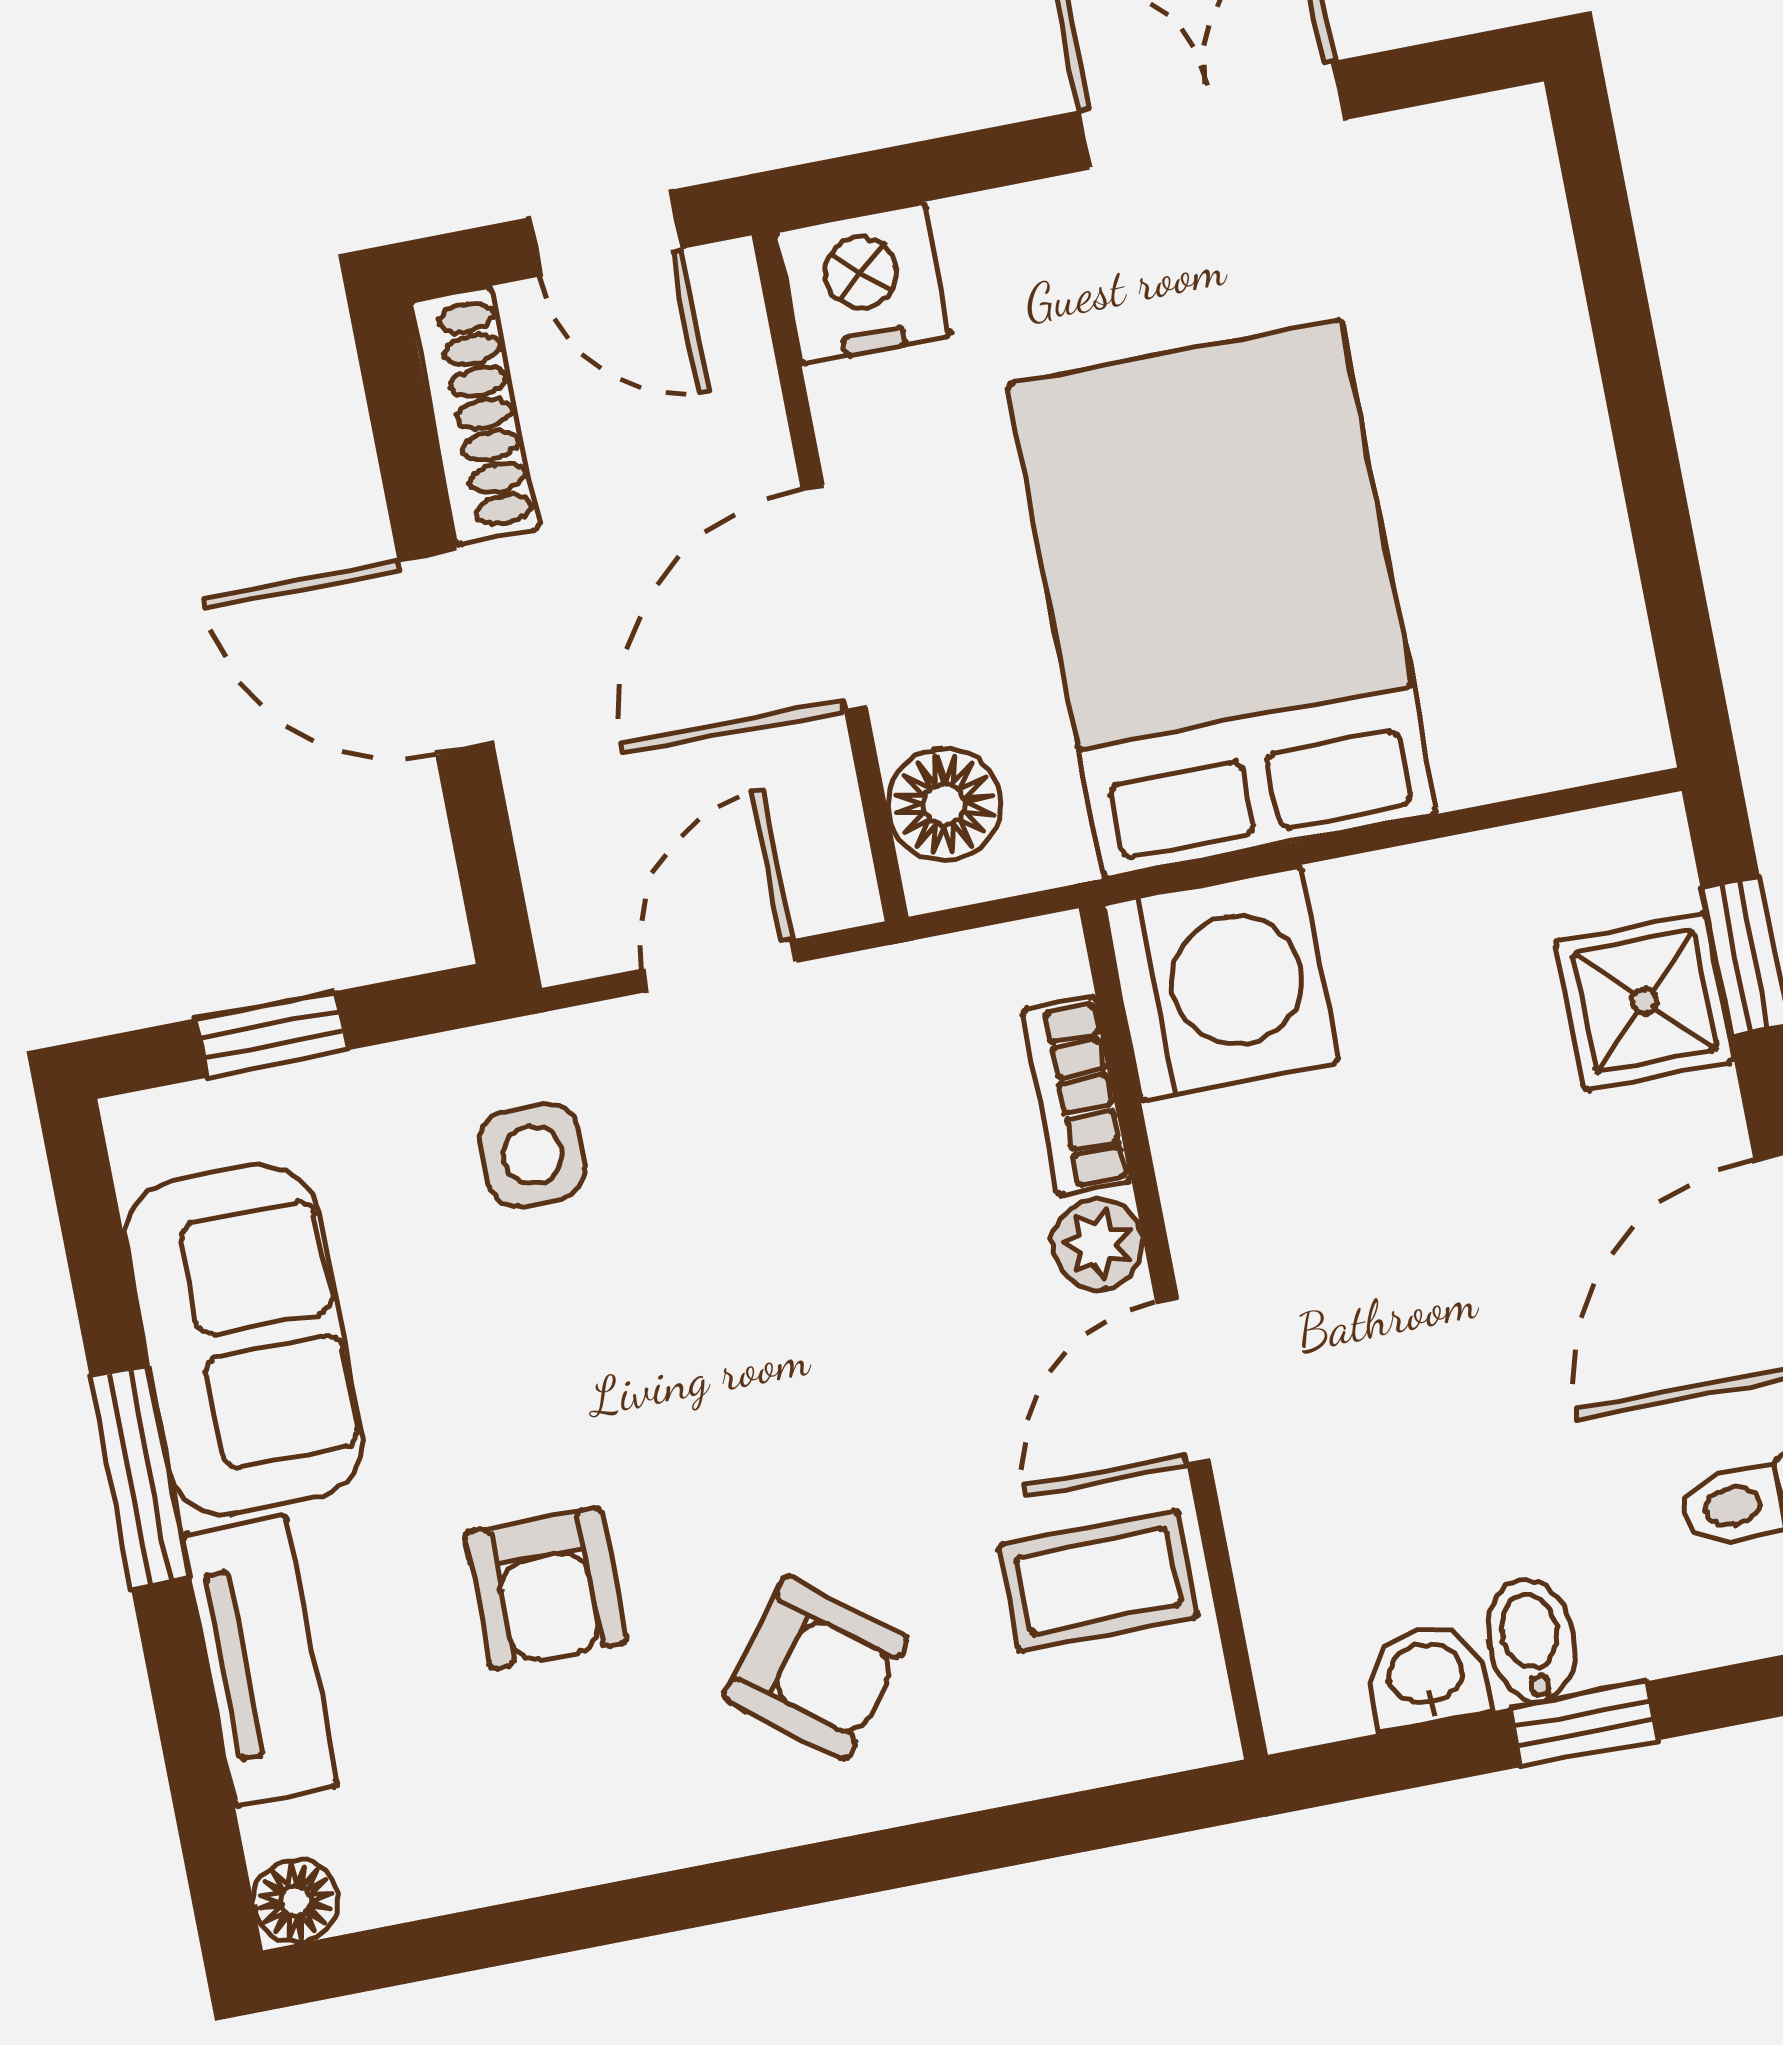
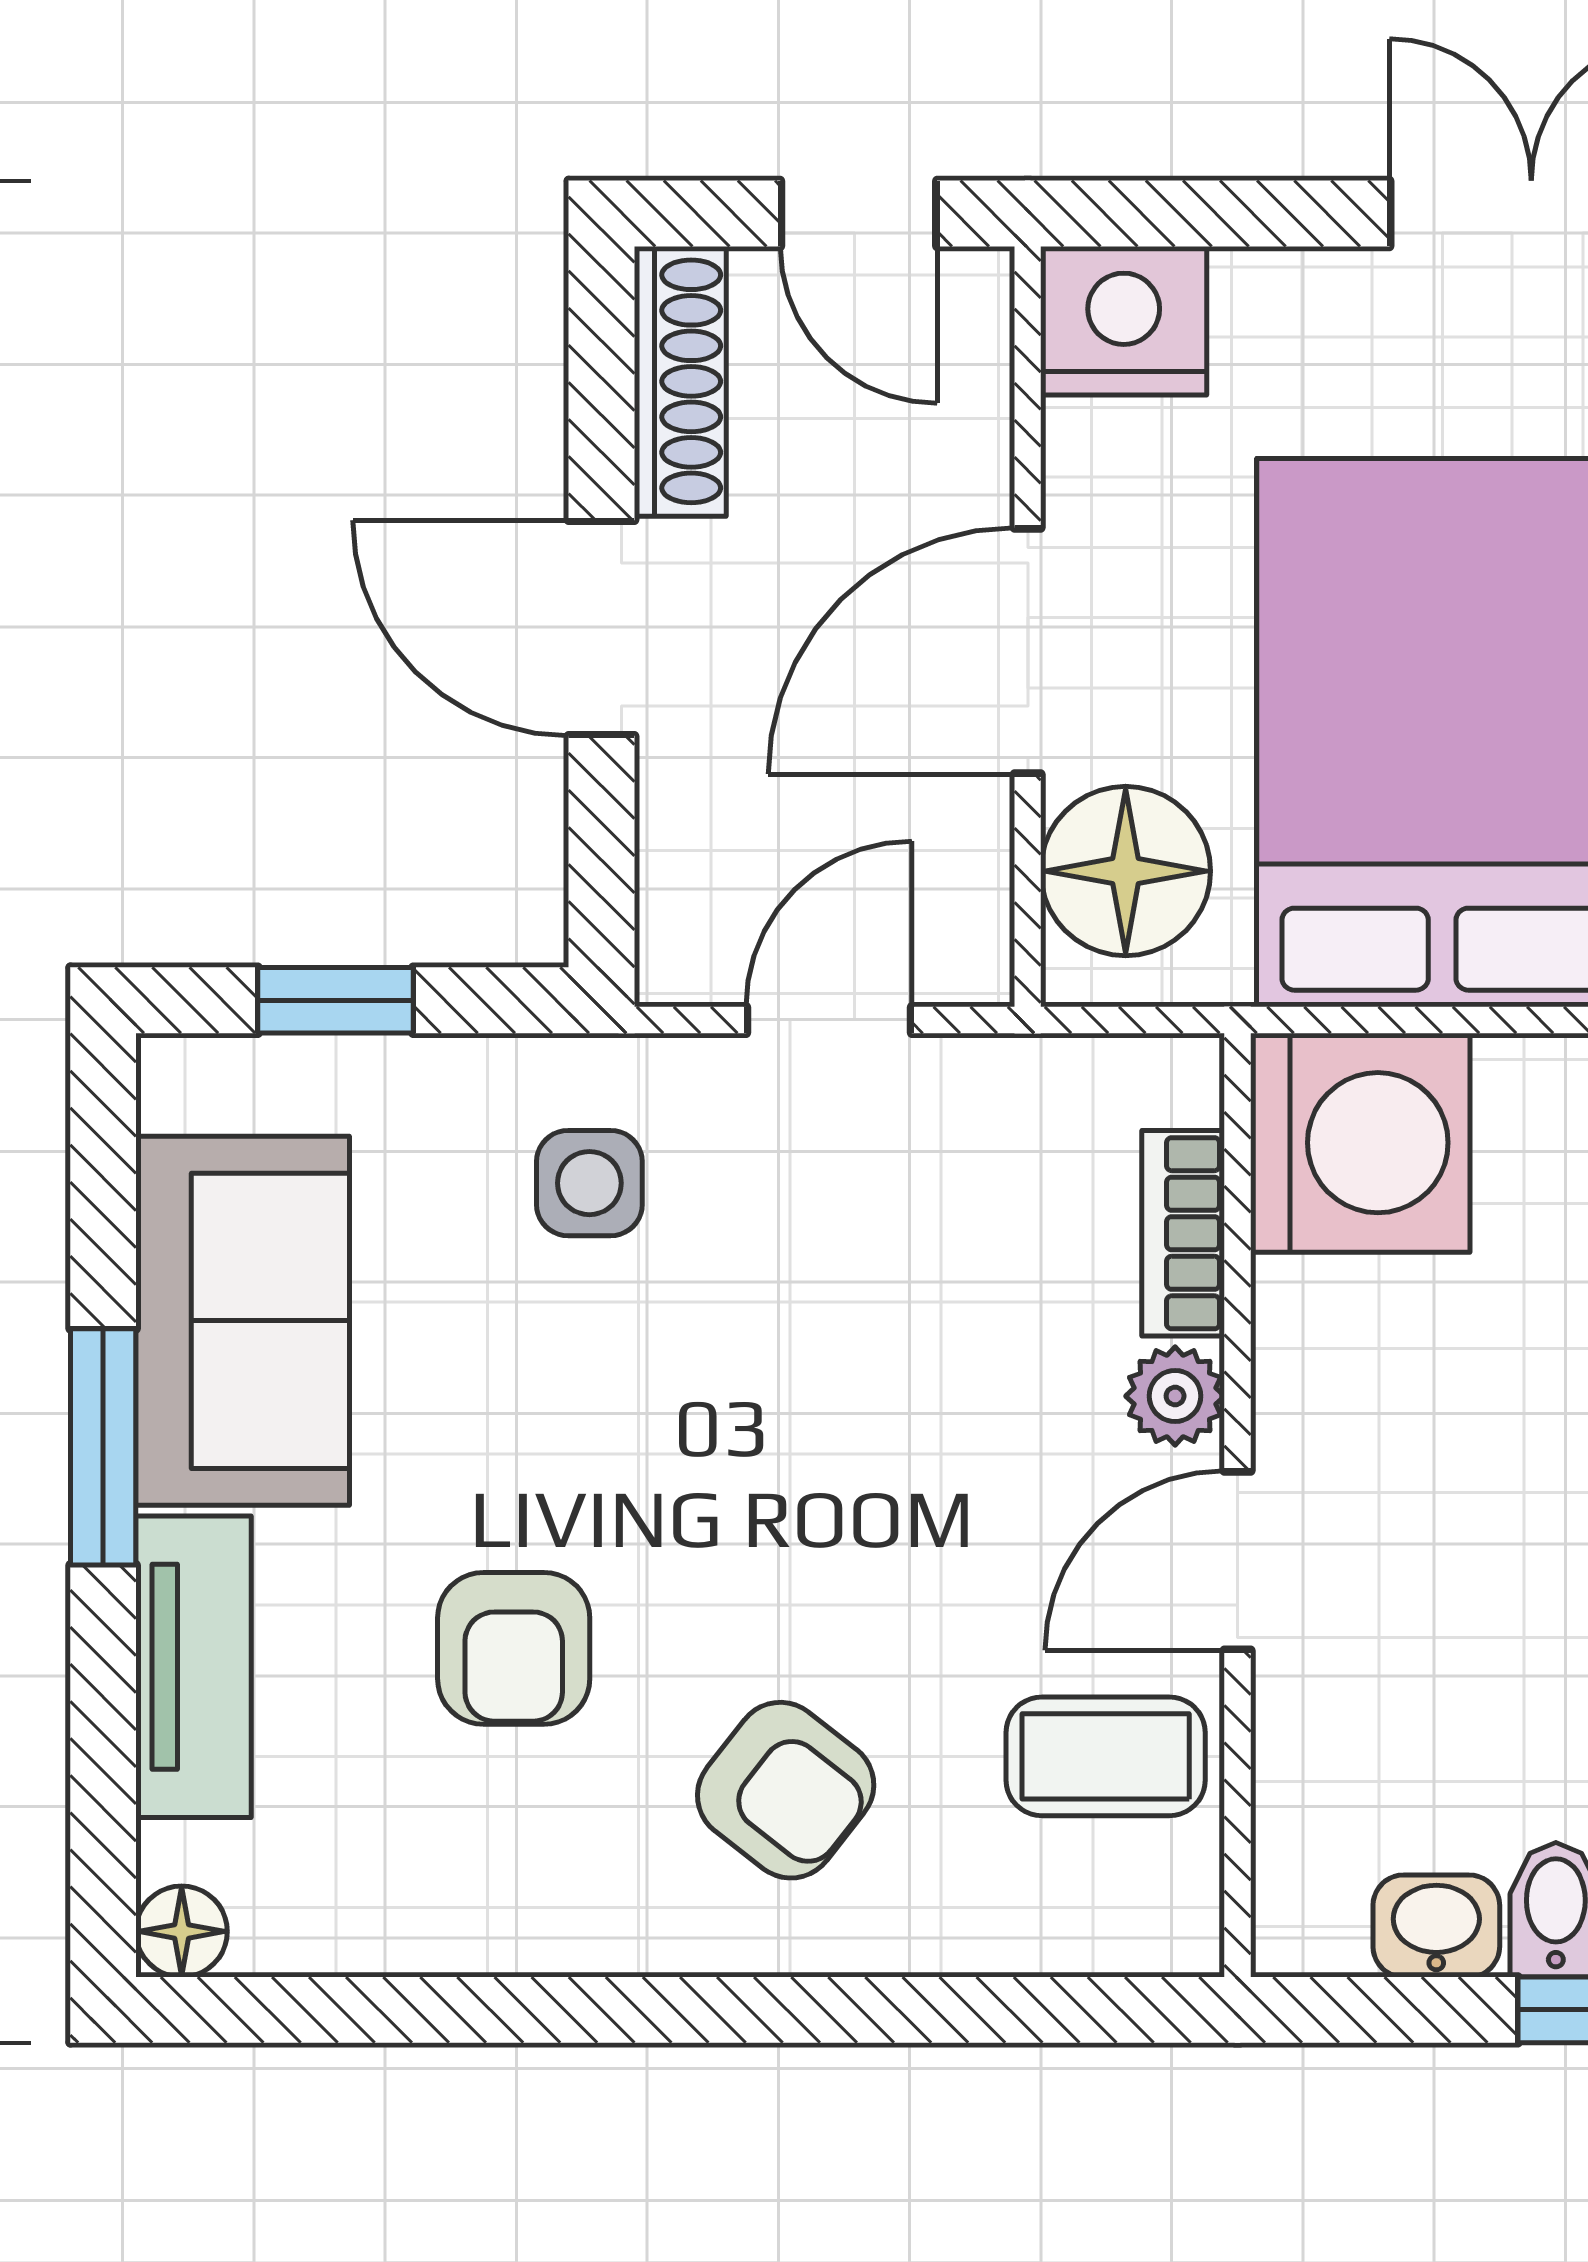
floor lamp: (944, 804) -> (1126, 871), width x1.38, depth x1.38

